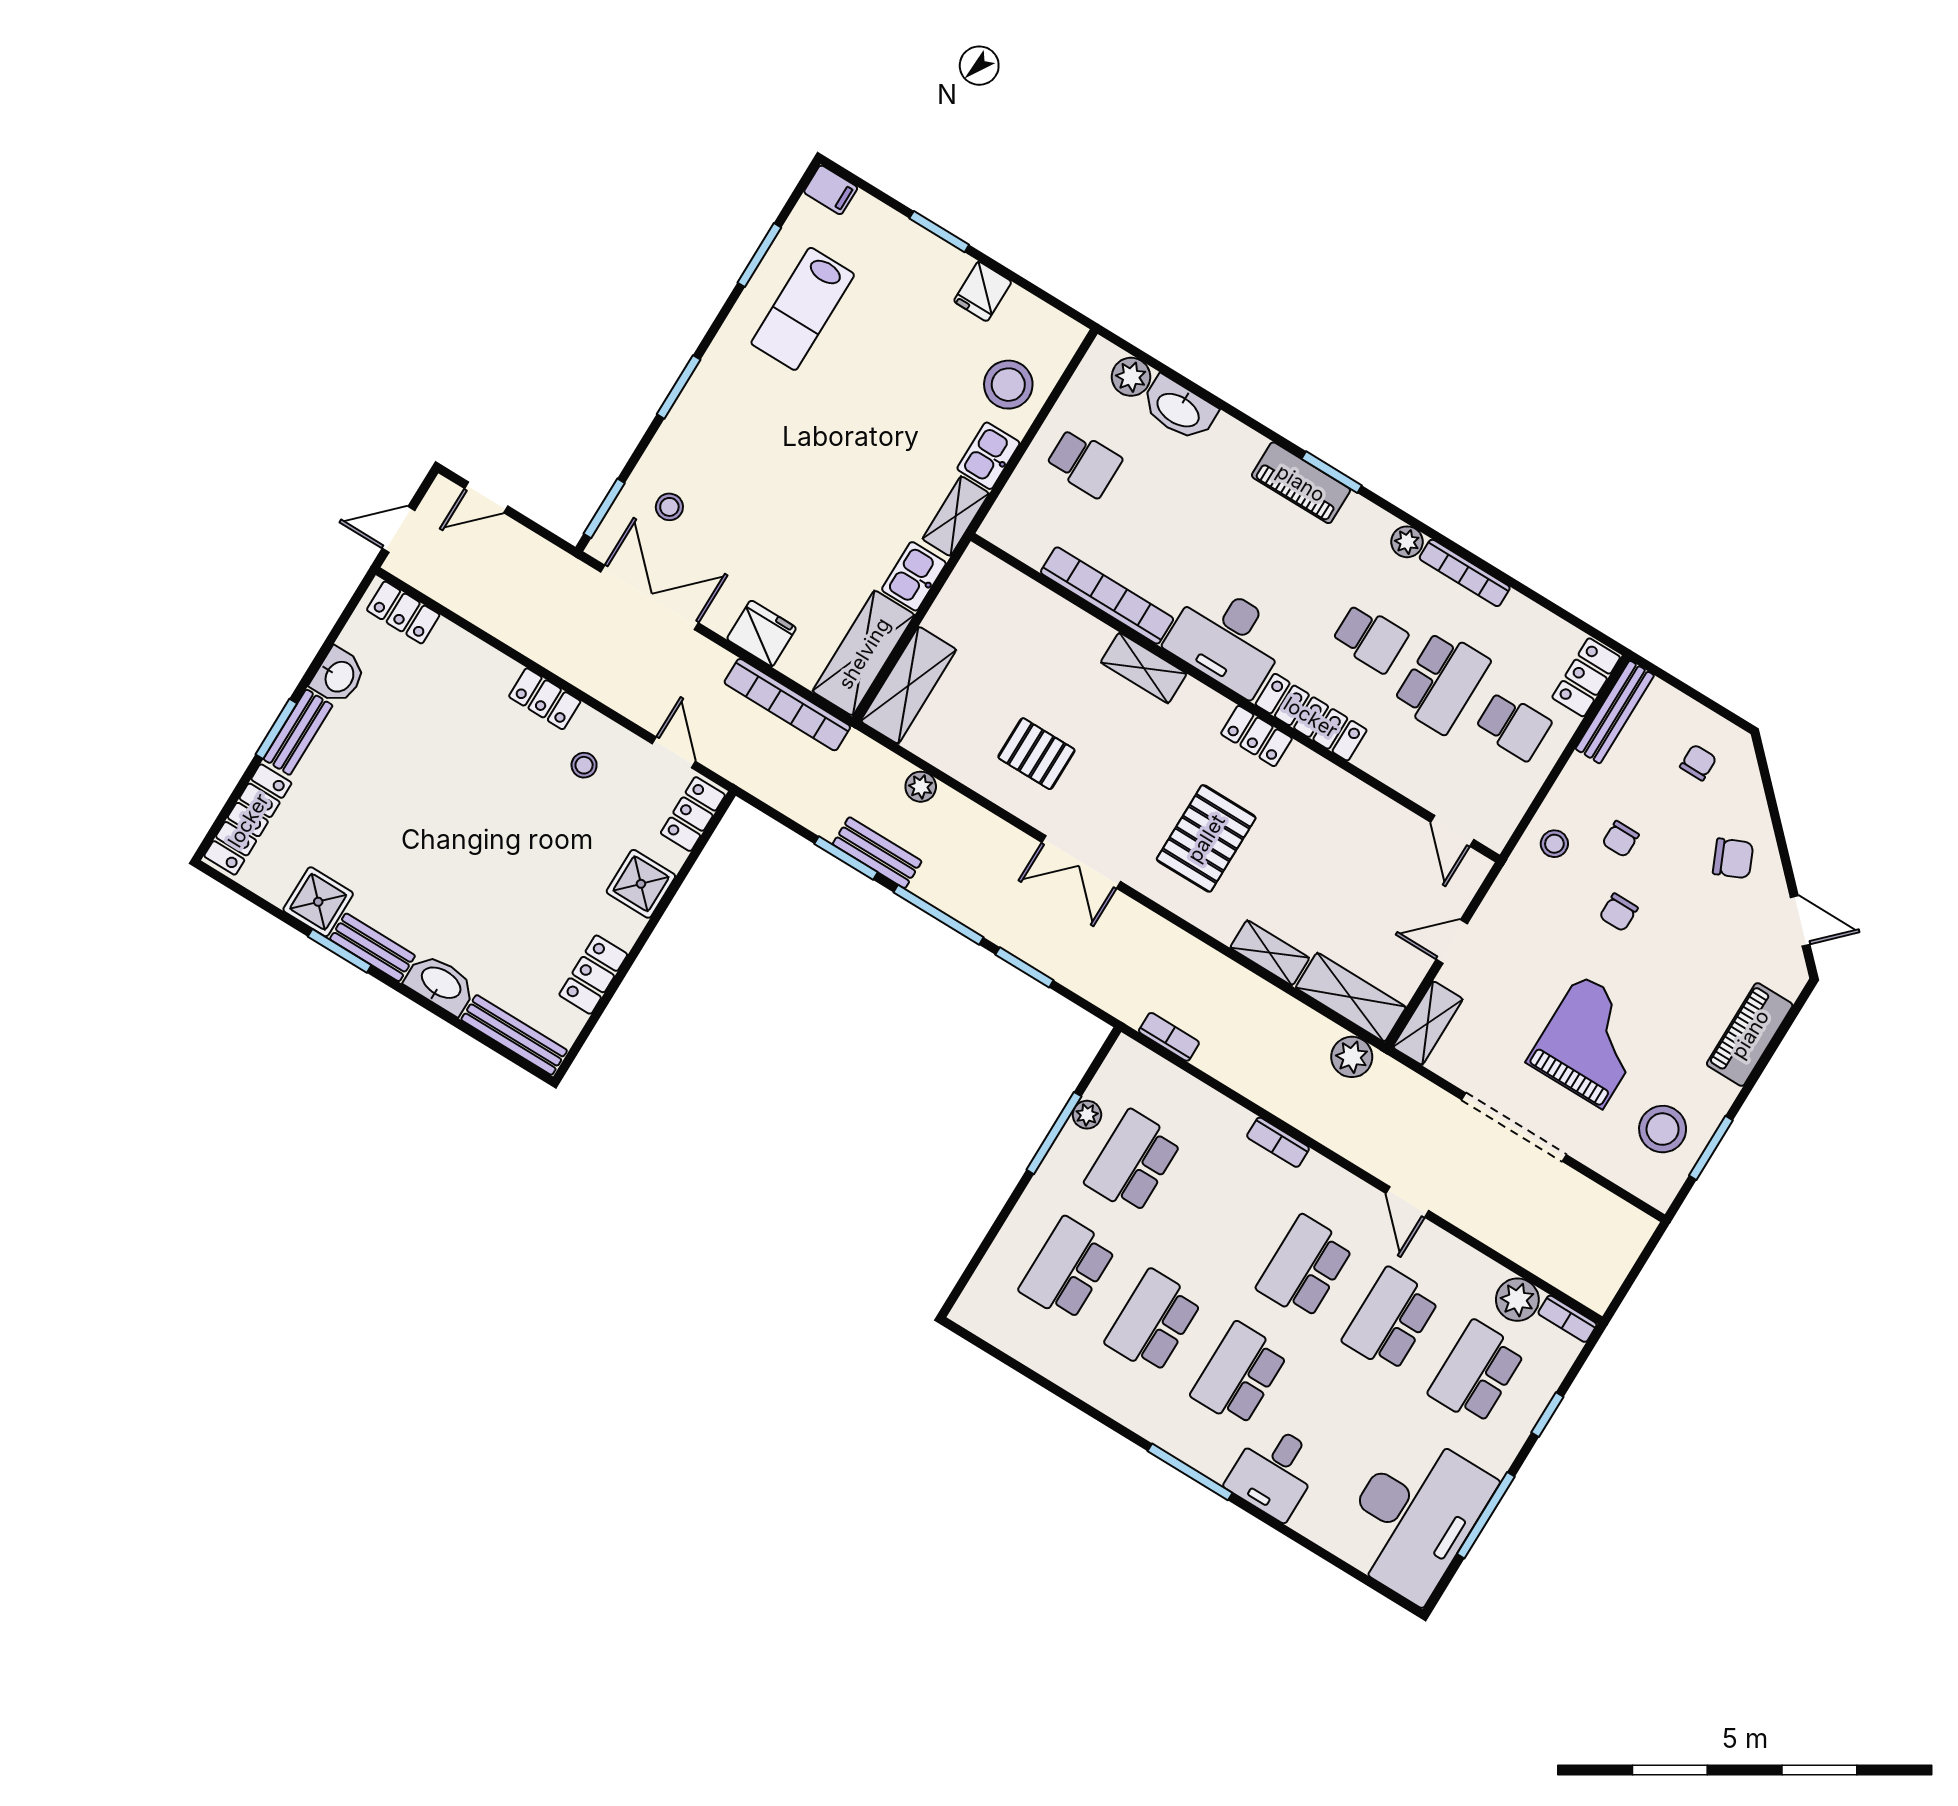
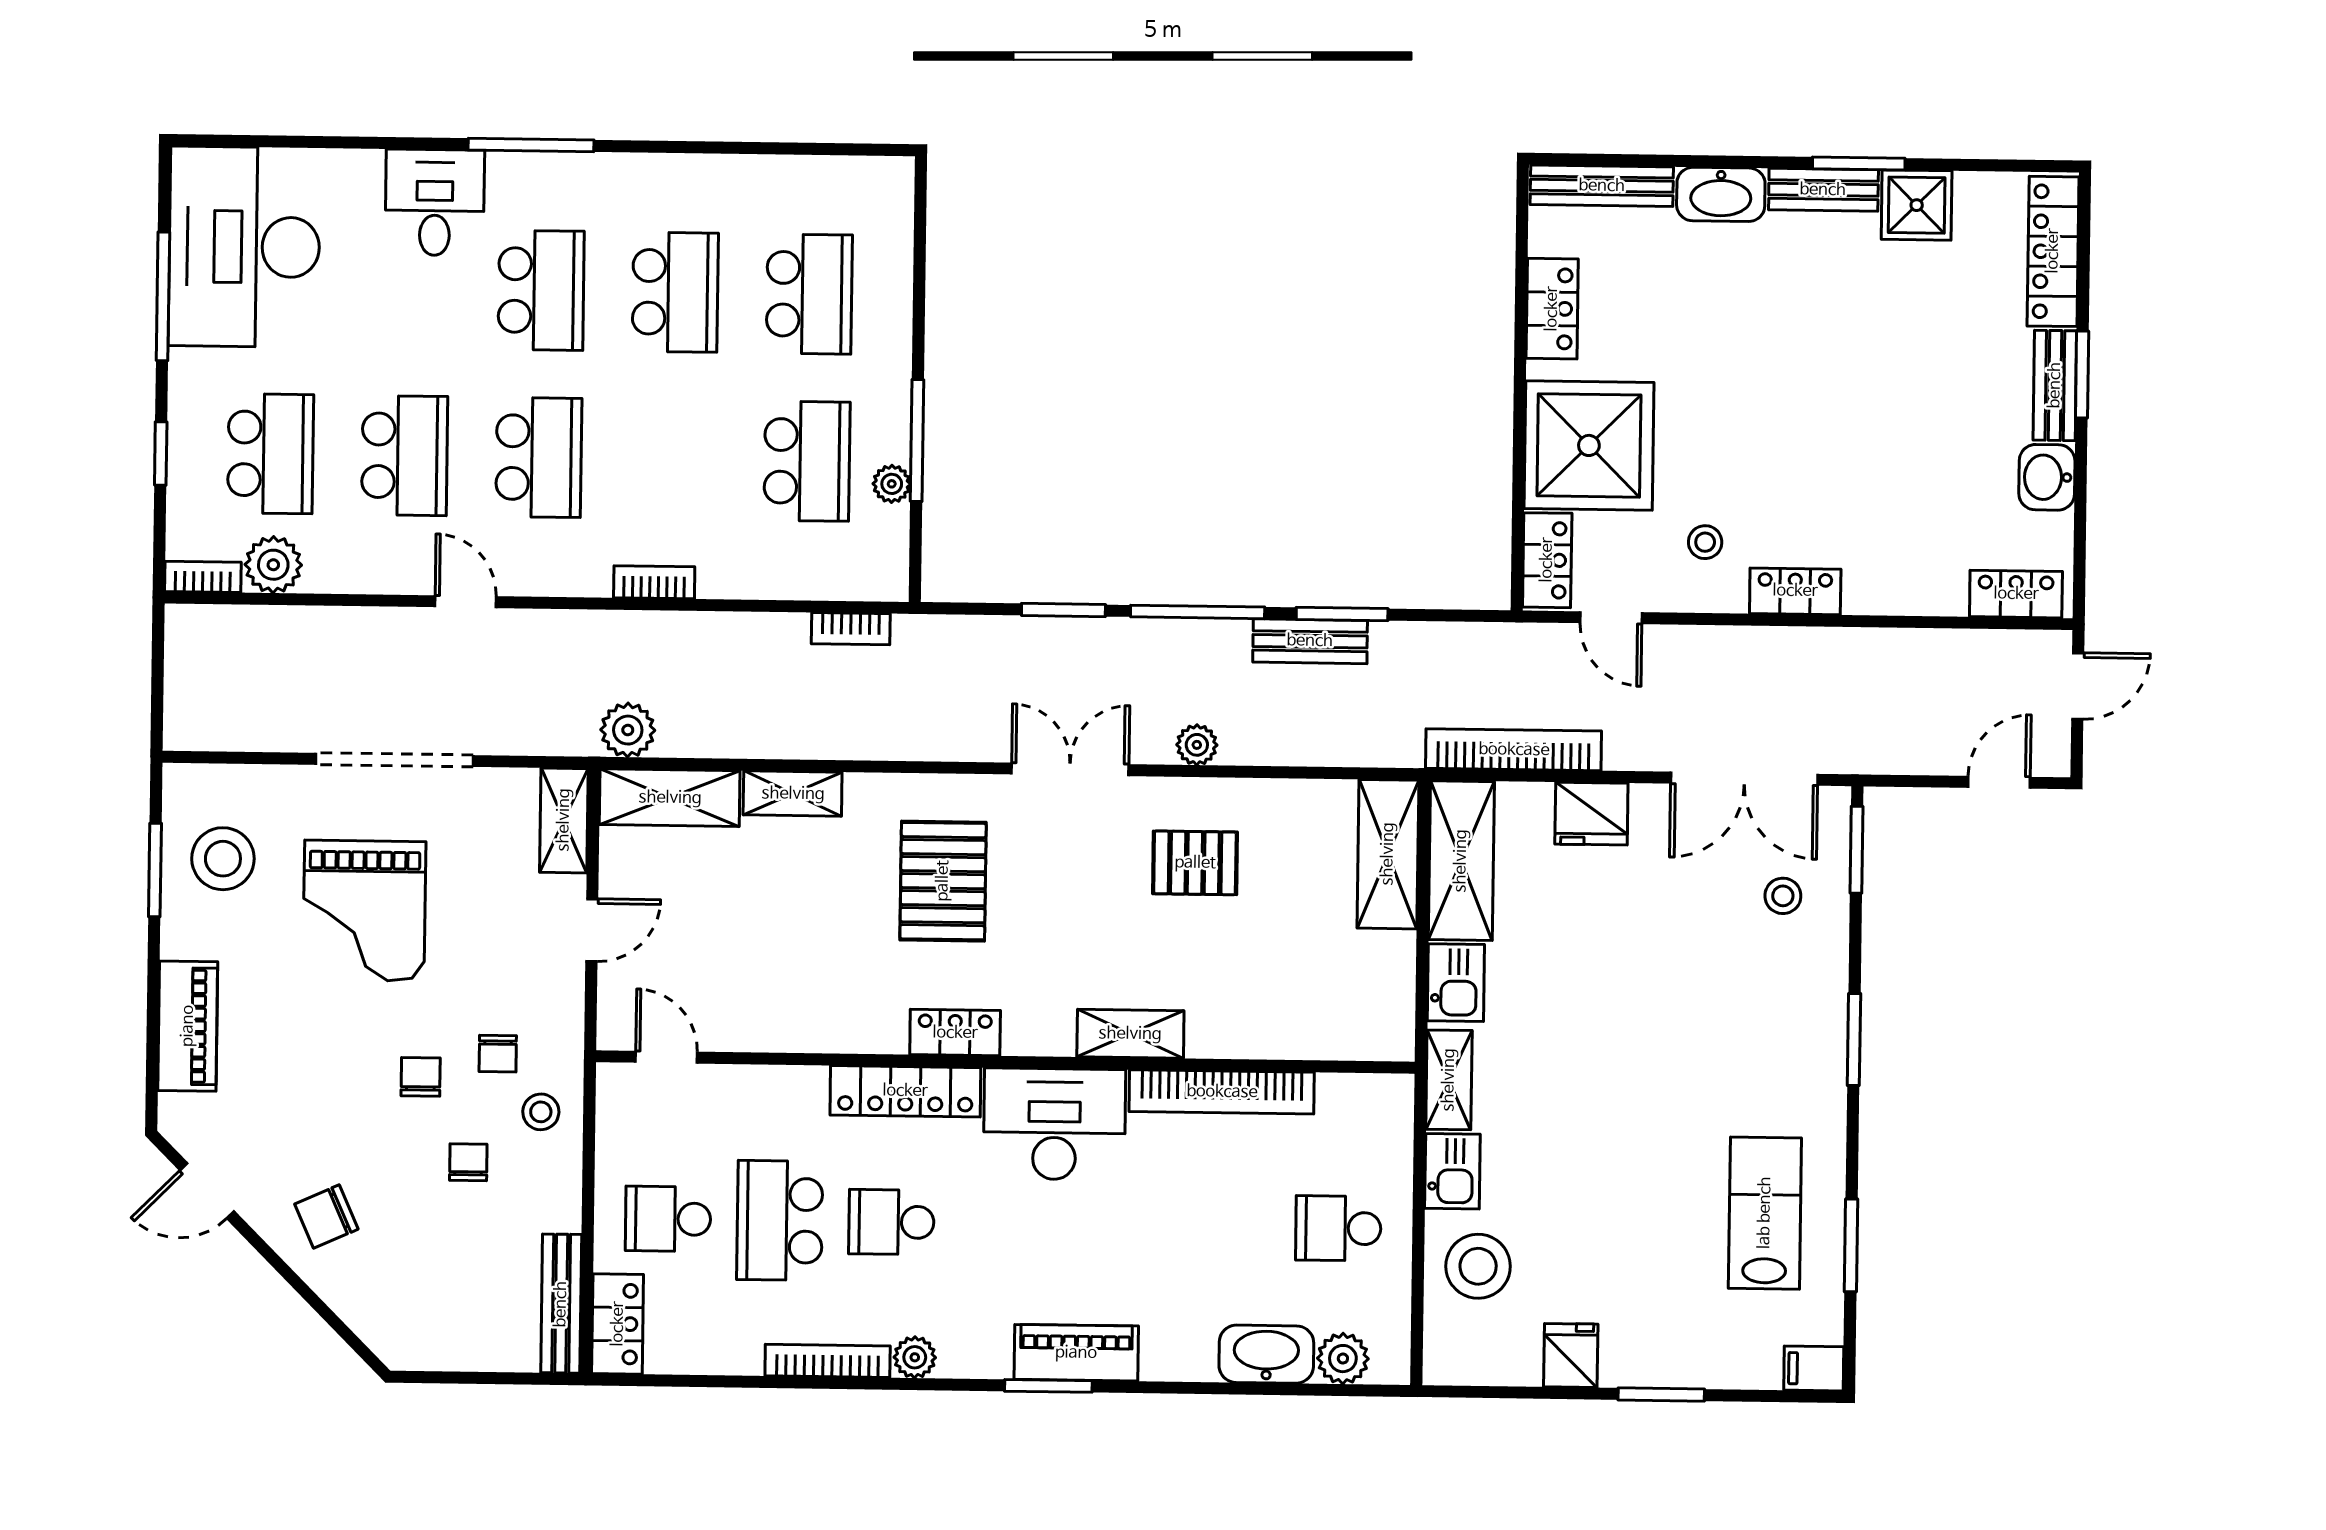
chair: (1698, 763) -> (498, 1054), moved
plant: (921, 787) -> (1197, 745), moved
shower: (641, 884) -> (1589, 445), width x1.86, depth x1.86

